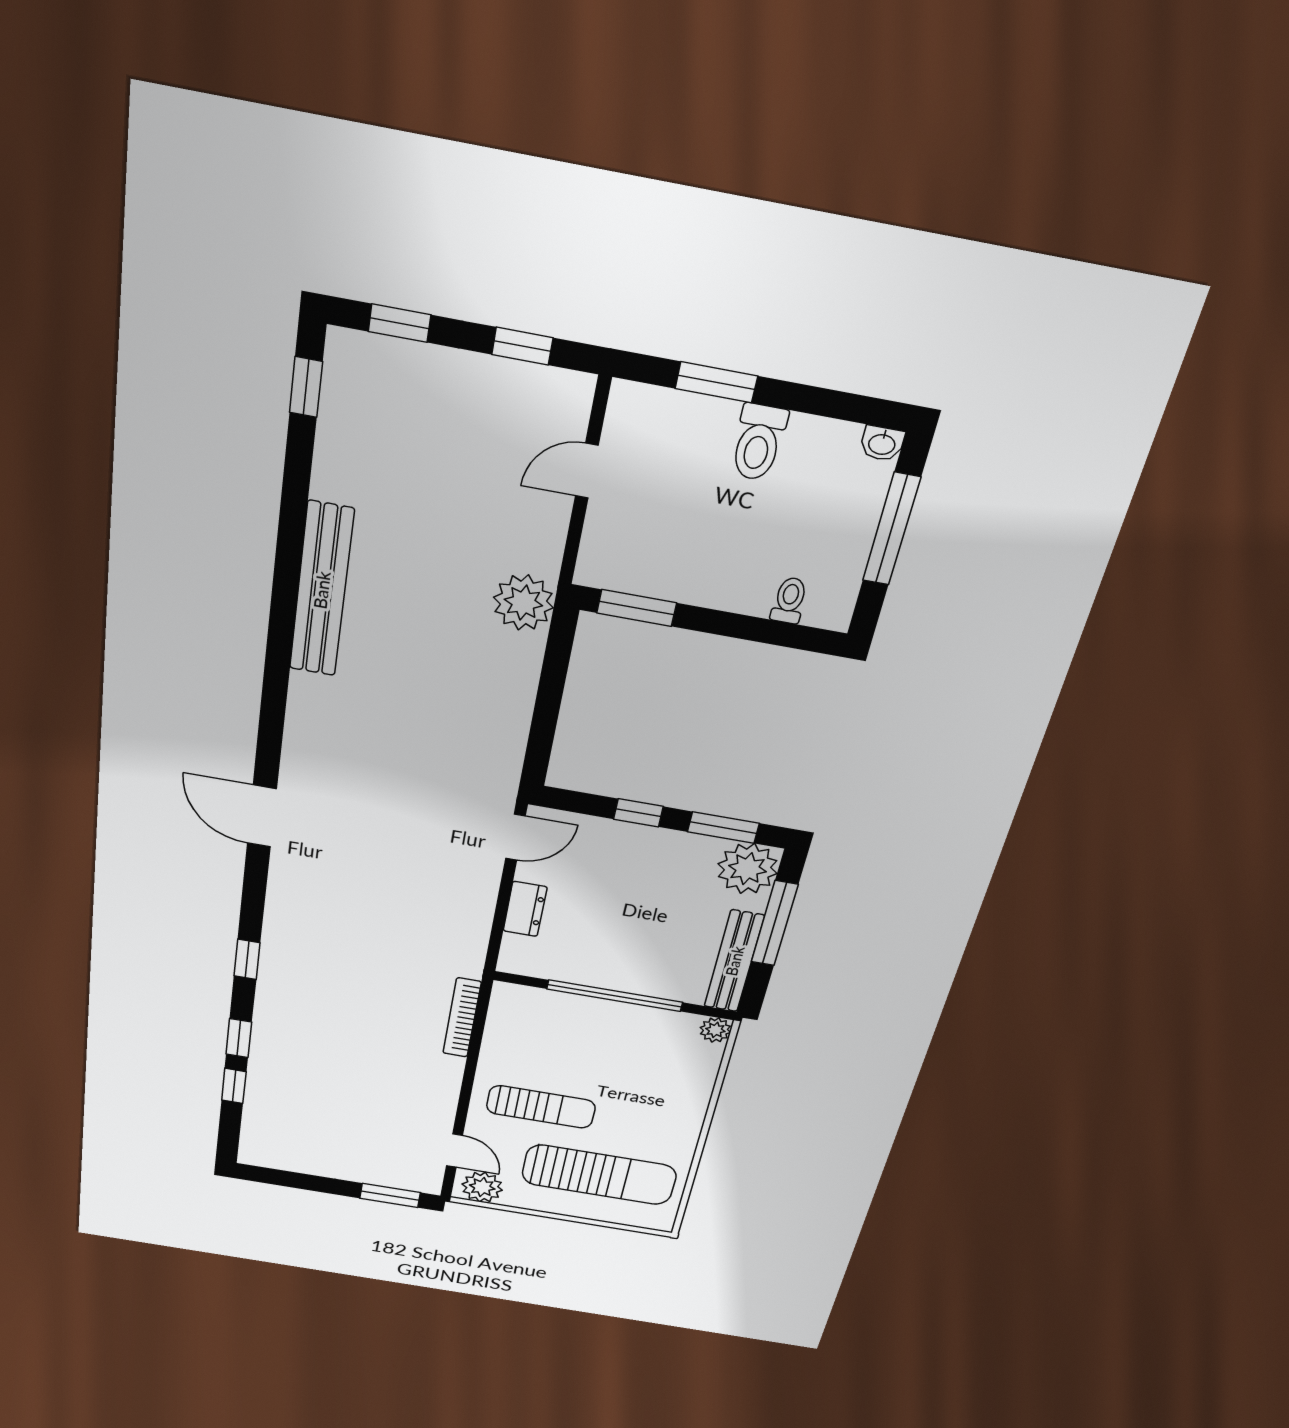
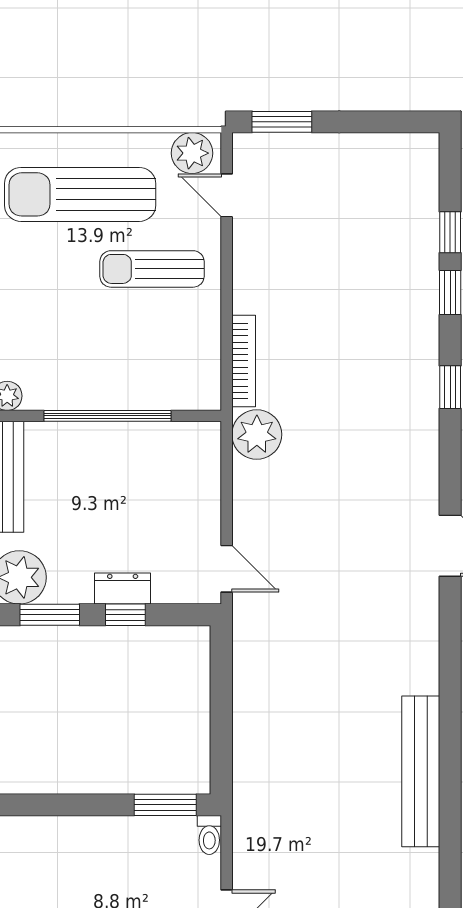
toilet: (789, 600) -> (209, 835), moved
plant: (523, 603) -> (257, 434), moved
door: (515, 837) -> (227, 569), swing flipped
dresser: (525, 909) -> (123, 589), moved, turned 90

